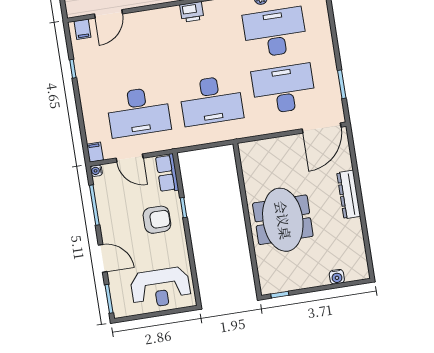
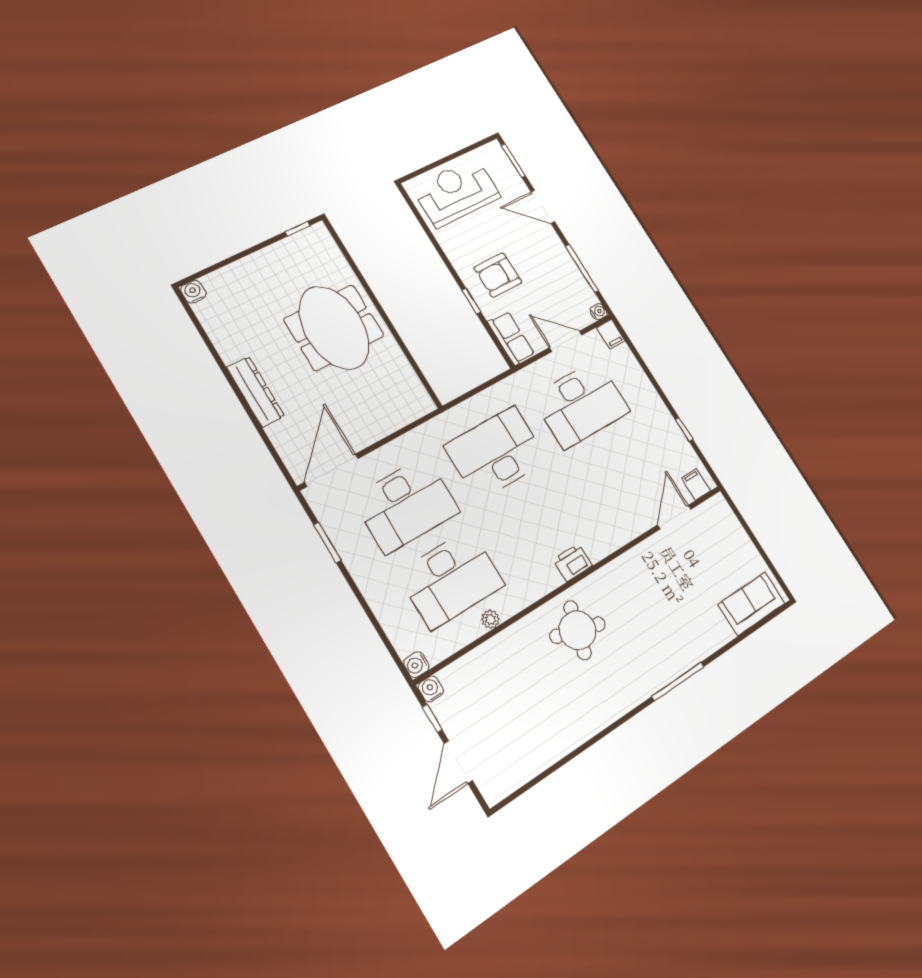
desk: (139, 112) -> (581, 404), turned 180
water cooler: (337, 277) -> (193, 292), moved

